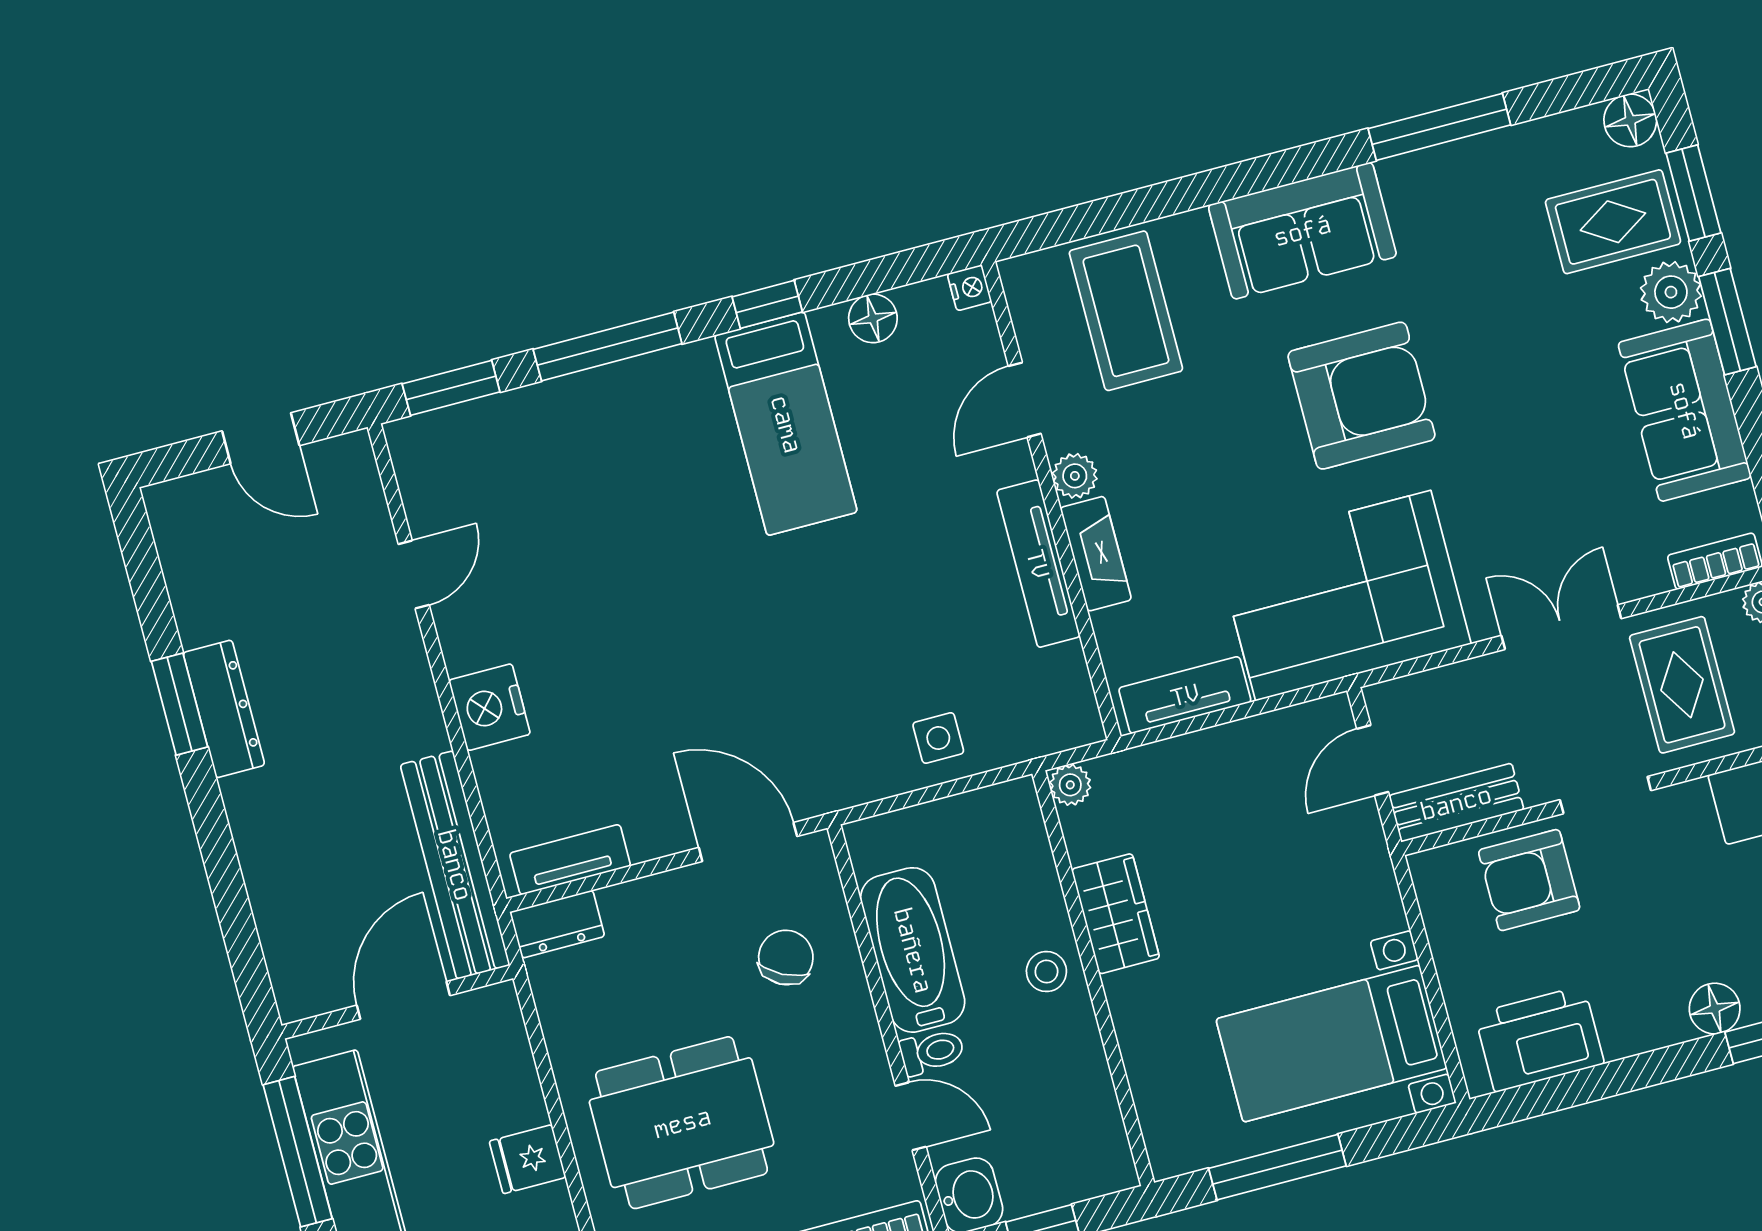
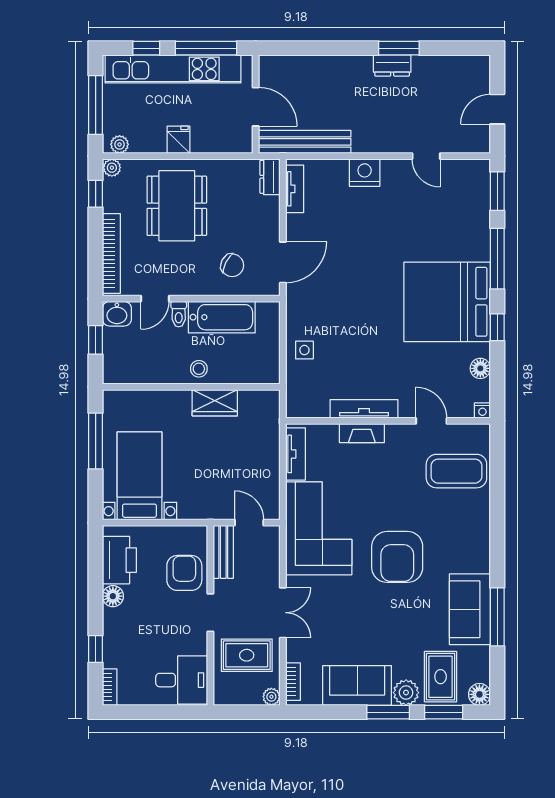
sofa: (1302, 231) -> (470, 609), moved
bed: (786, 424) -> (447, 302), width x2.04
plant: (1075, 476) -> (395, 433), removed
dresser: (224, 709) -> (392, 65), width x0.70
plant: (1070, 785) -> (271, 398), removed
floor lamp: (1715, 1009) -> (113, 596), moved

